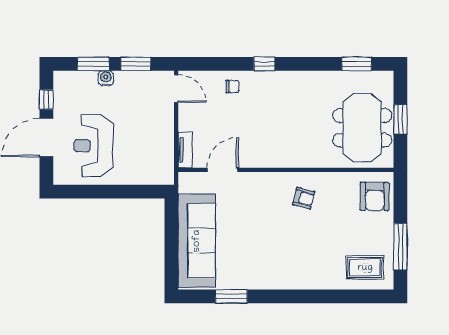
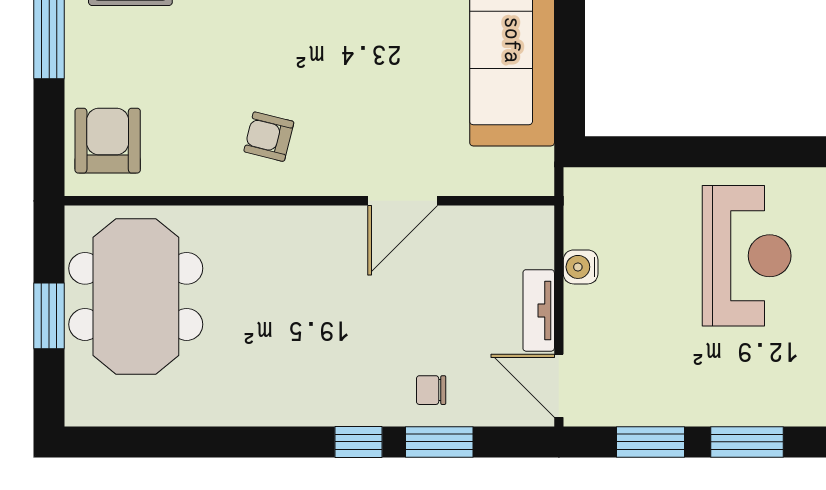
window: (357, 64) -> (439, 442), moved
water cooler: (106, 78) -> (581, 267), moved, turned 90
tv unit: (185, 150) -> (539, 310), moved
door: (223, 170) -> (403, 201), moved

